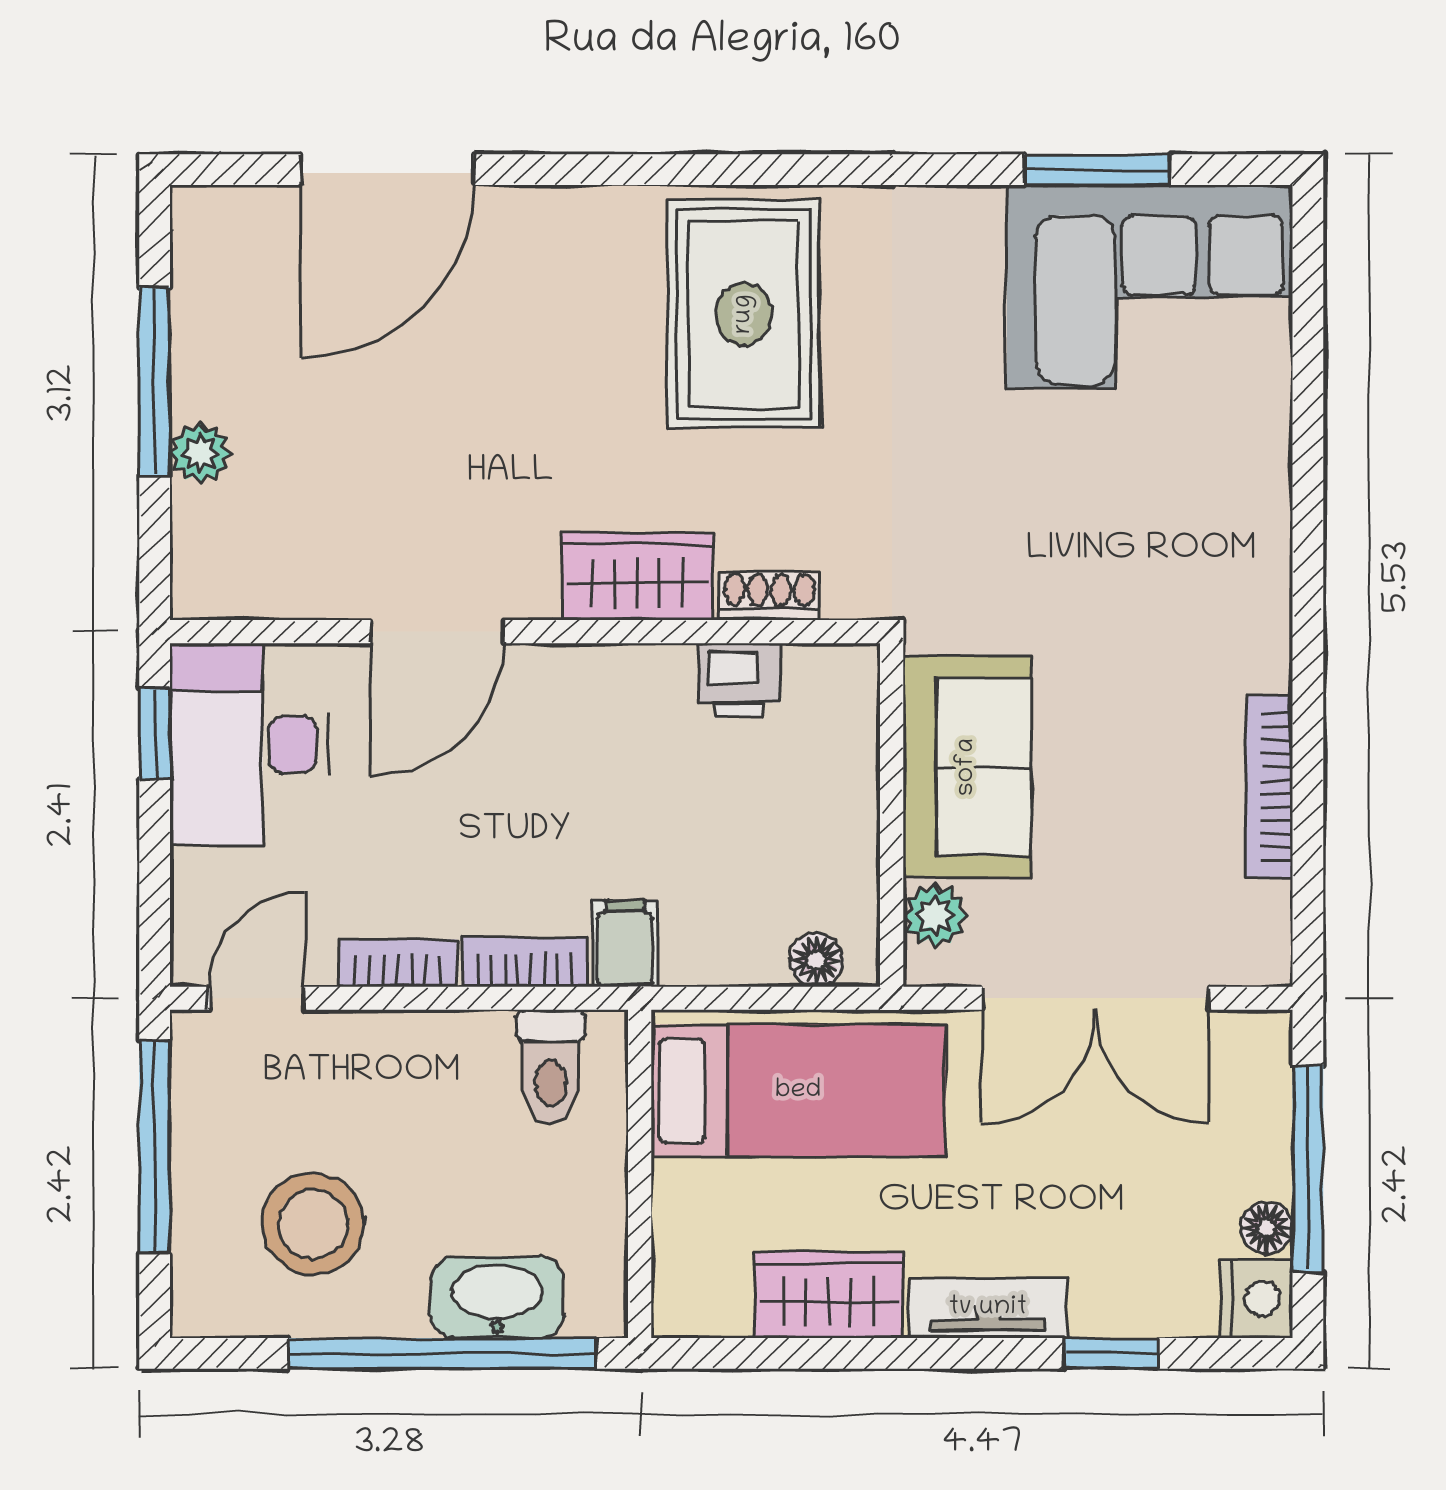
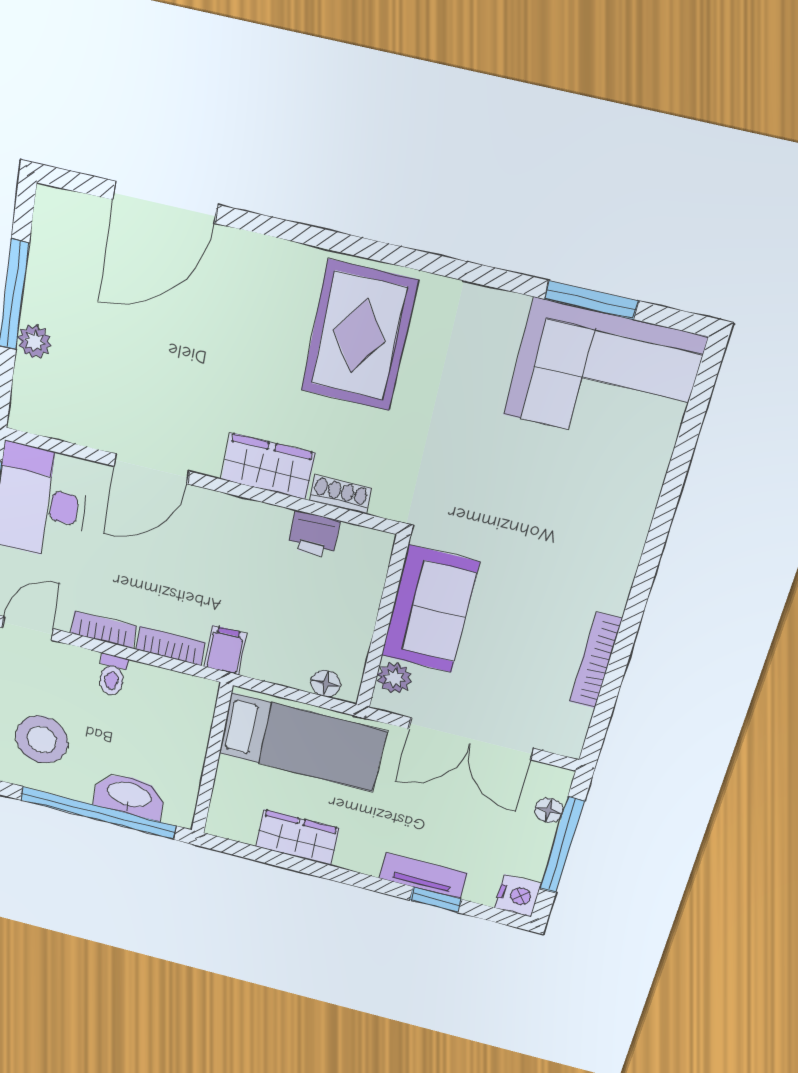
toilet: (551, 1067) -> (112, 675), moved, width x0.73, depth x0.72
floor lamp: (1267, 1228) -> (549, 810), moved
tv unit: (988, 1308) -> (423, 876), moved

